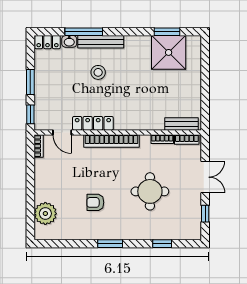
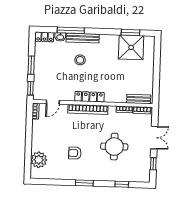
locker: (93, 123) -> (89, 97), moved
door: (62, 133) -> (53, 102), hinge flipped

